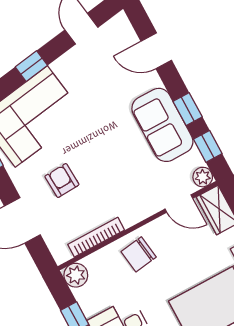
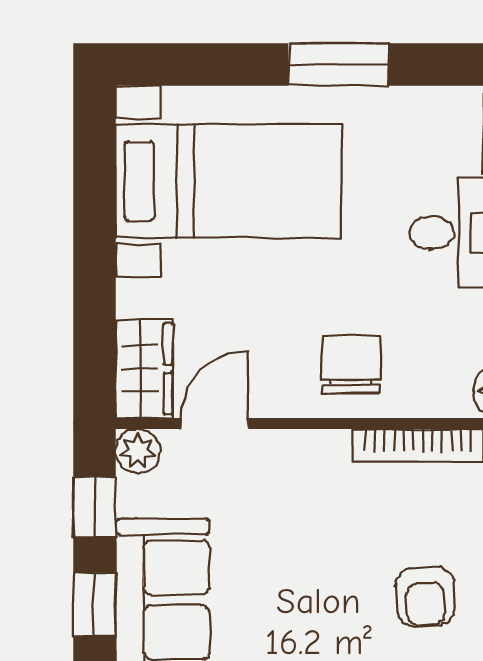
door: (179, 204) -> (215, 423), hinge flipped
chair: (139, 254) -> (351, 365), turned -82

